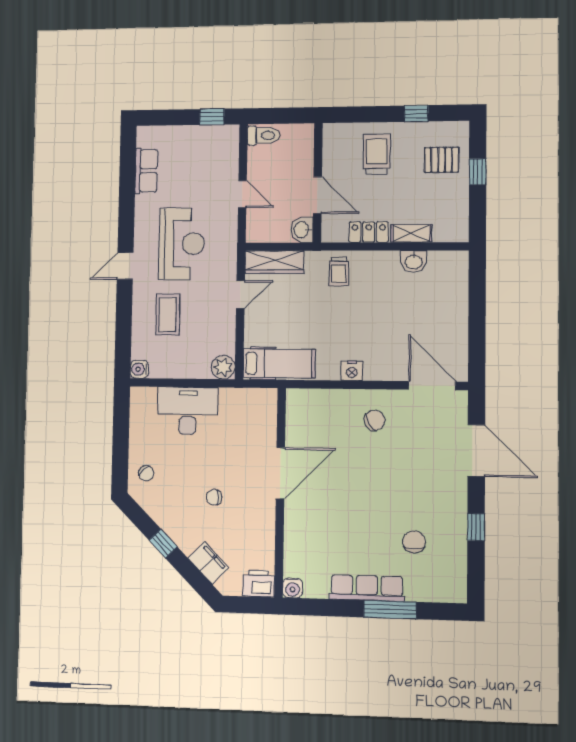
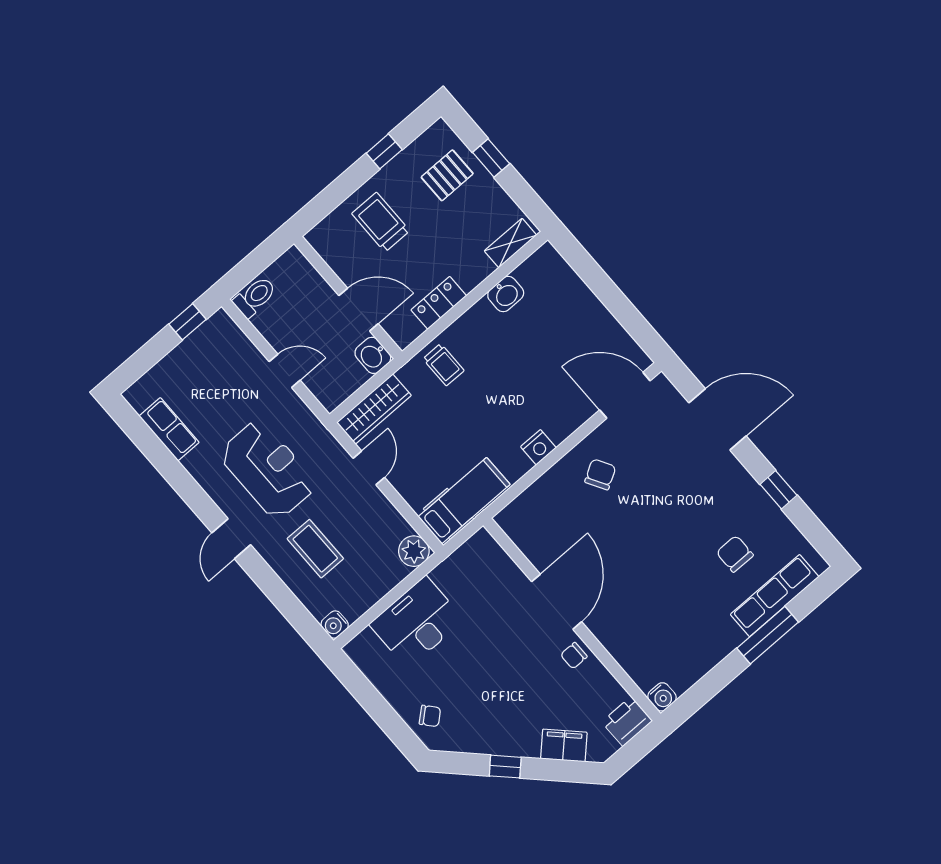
shelving: (411, 233) -> (510, 243), moved
chair: (214, 497) -> (574, 656), moved
row of seats: (367, 588) -> (775, 596), moved

